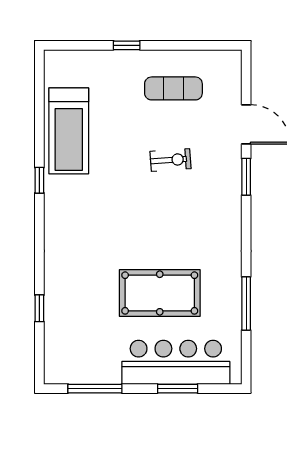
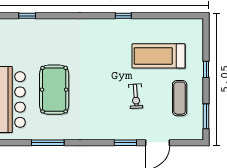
window: (203, 45) -> (206, 116), added
treadmill: (69, 131) -> (158, 56), moved
window: (39, 308) -> (27, 16), moved

